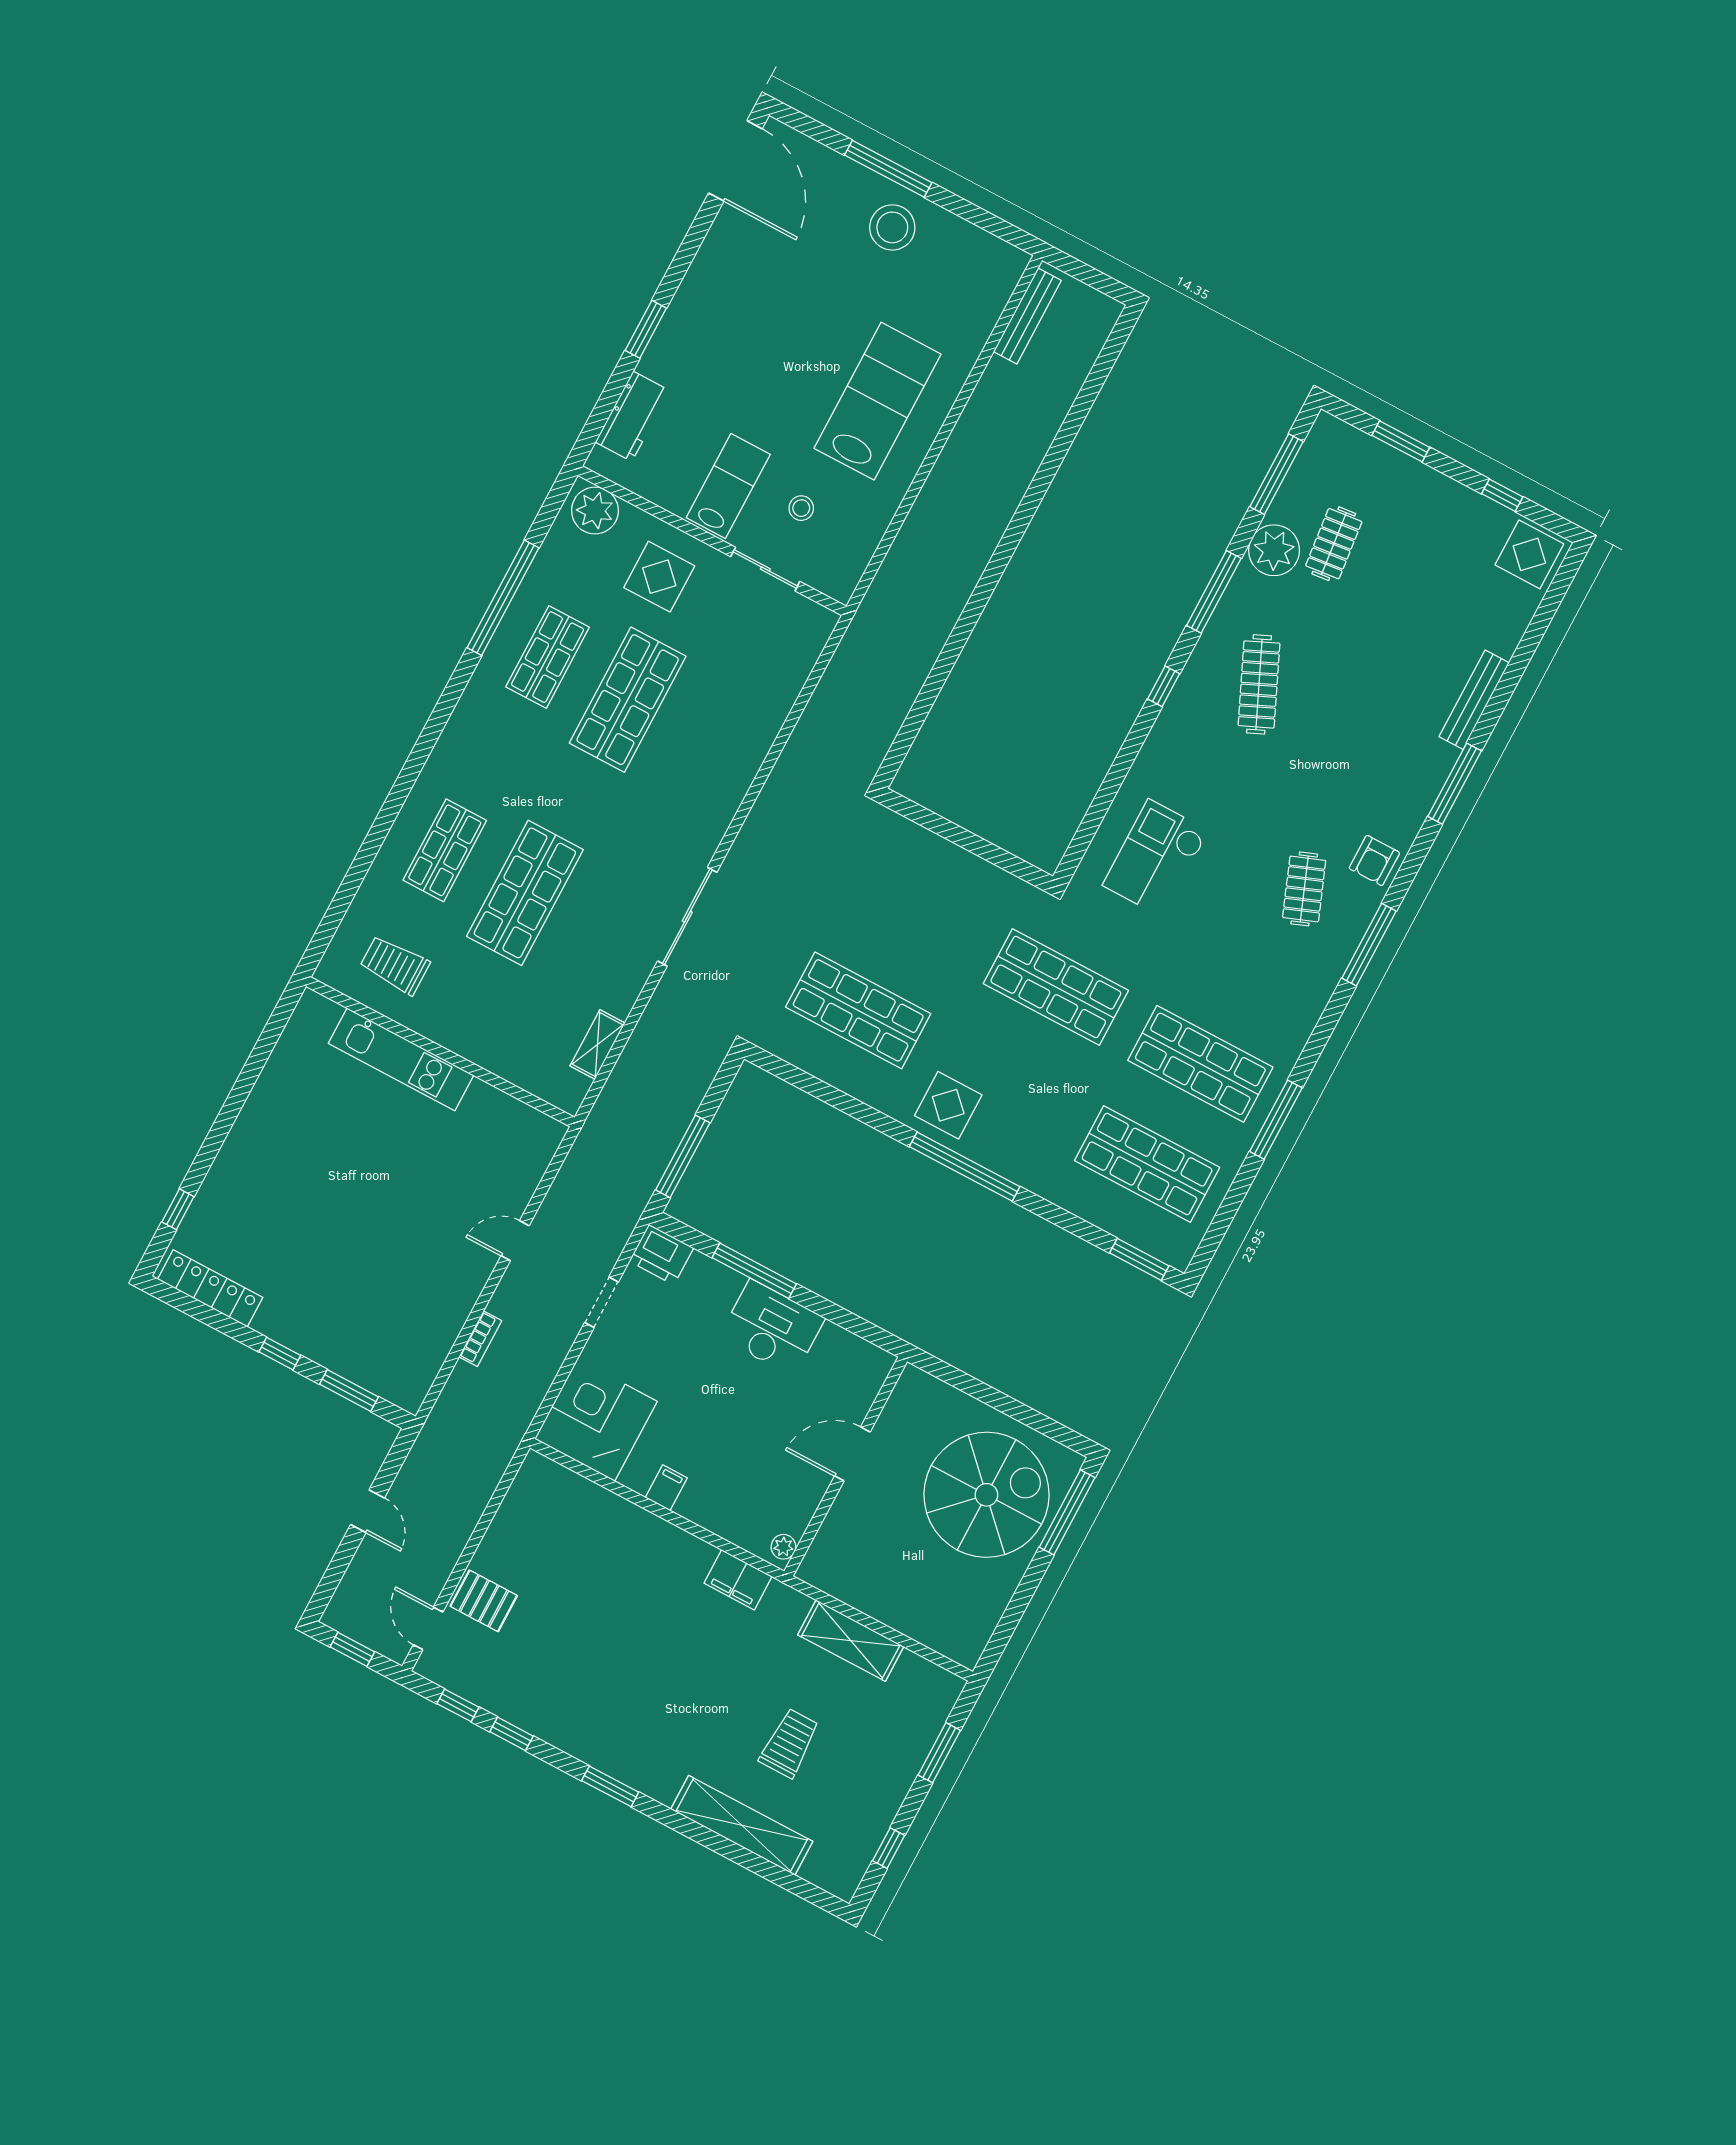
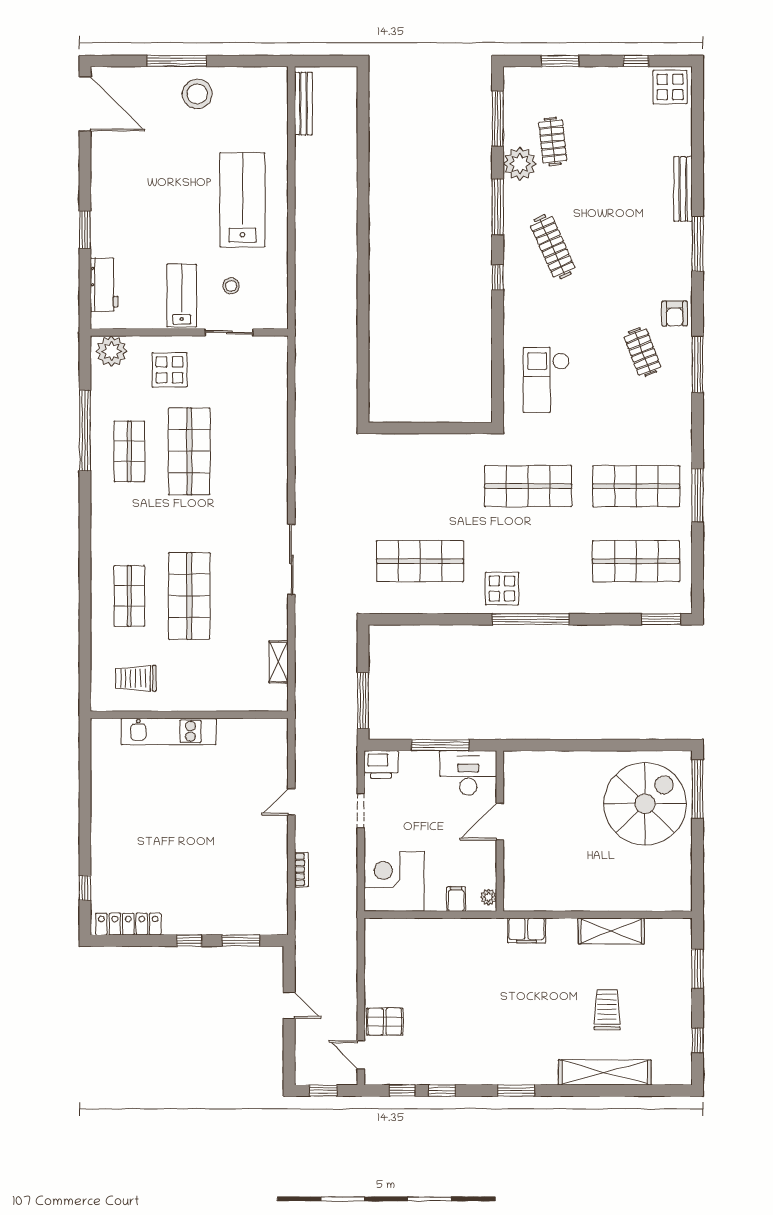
door: (852, 1454) -> (500, 822), moved
wall: (846, 1466) -> (500, 831), moved
plant: (783, 1547) -> (488, 897), moved

